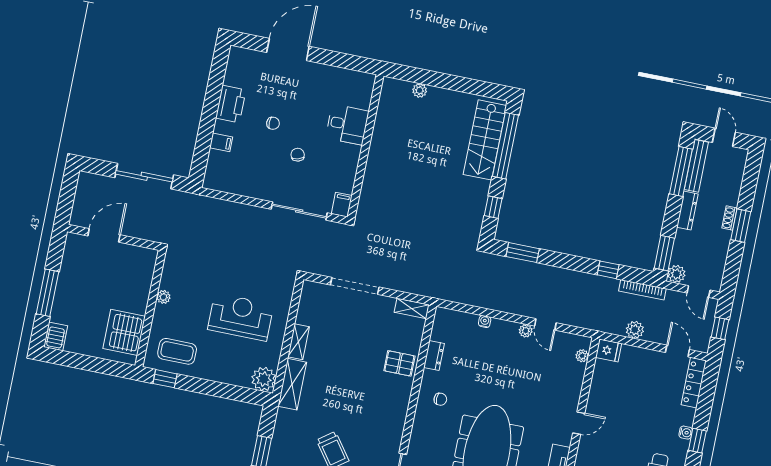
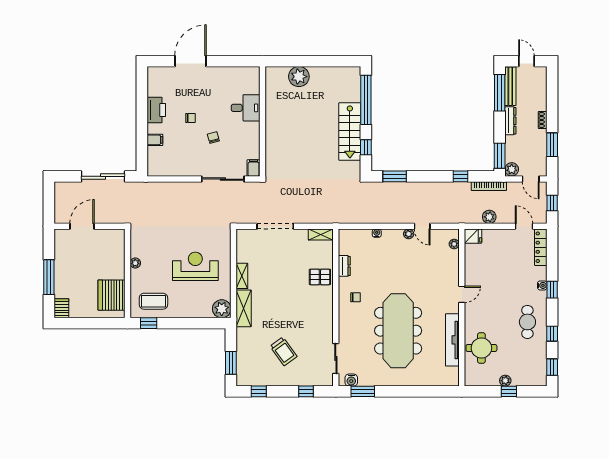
plant: (420, 90) -> (299, 77), width x1.88, depth x1.88
stairs: (485, 140) -> (350, 132), moved
window: (741, 226) -> (552, 145), moved

